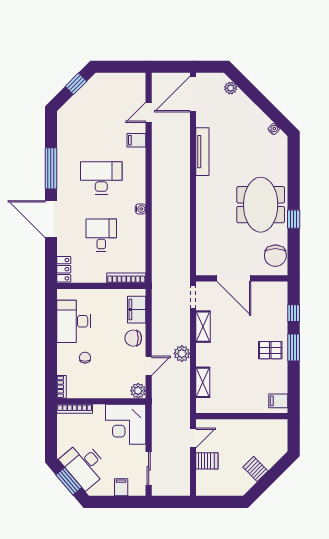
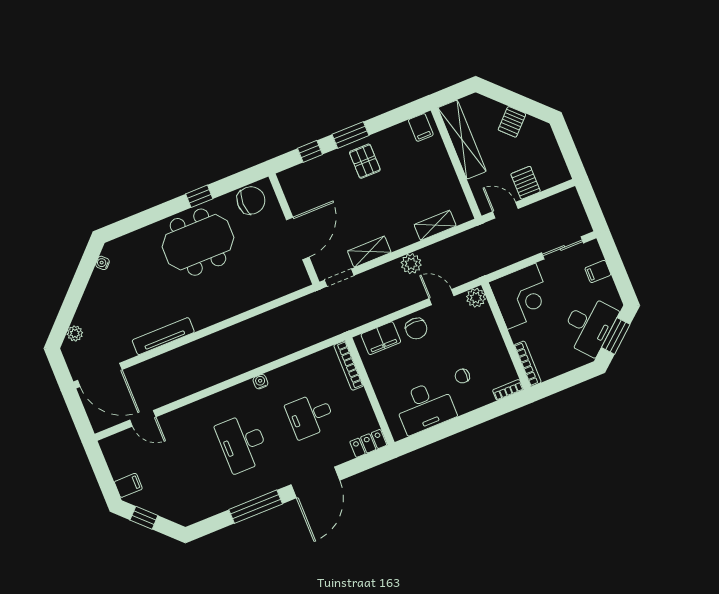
filing cabinet: (136, 140) -> (128, 485), moved, turned -90
shelving: (257, 427) -> (462, 140), added

